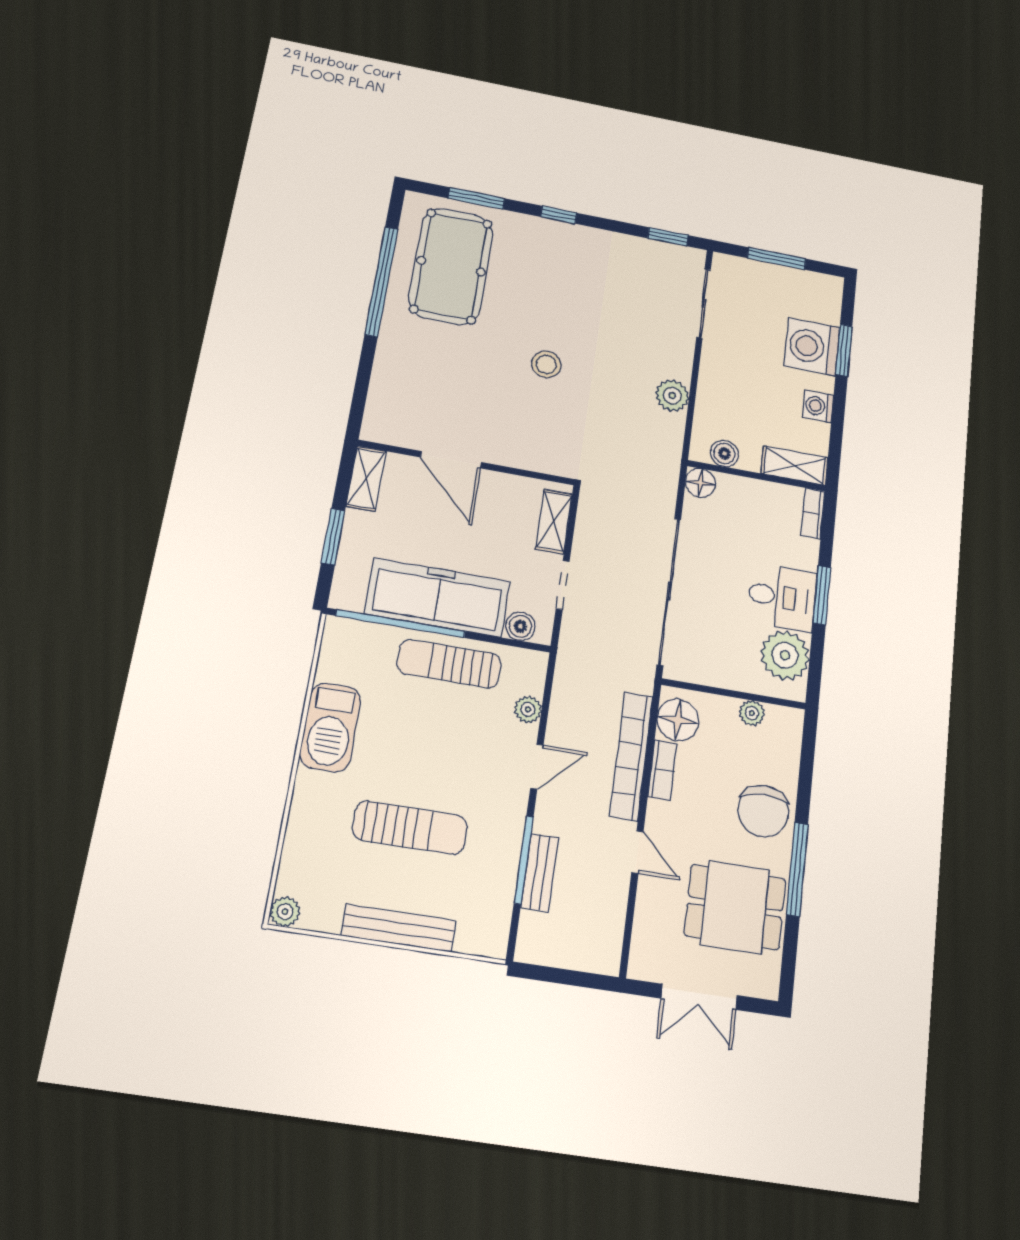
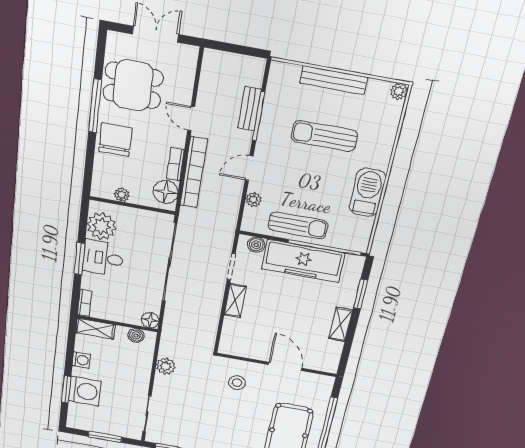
door: (451, 460) -> (285, 366), moved
wall: (467, 463) -> (277, 365), moved

